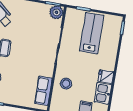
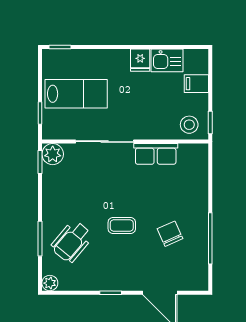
lab bench: (92, 33) -> (76, 94), turned 180
stool: (66, 84) -> (189, 125), moved
row of seats: (43, 91) -> (156, 154), moved

